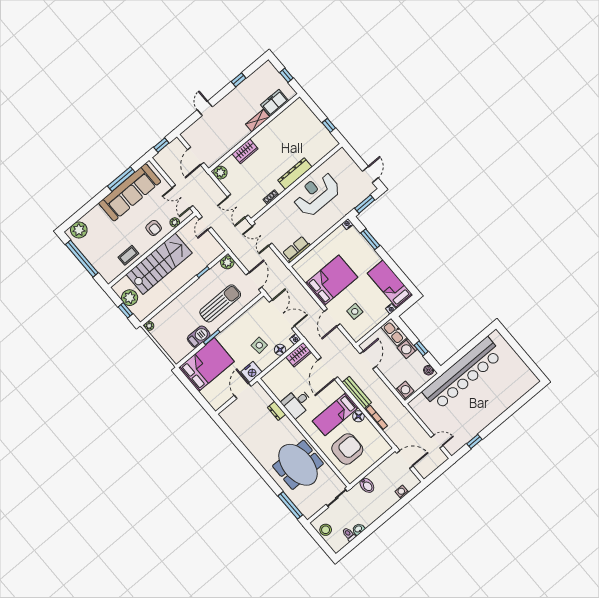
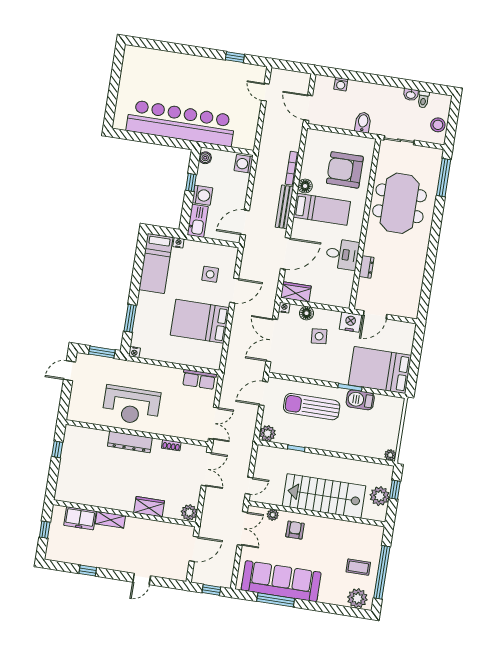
coffee table: (128, 255) -> (358, 567), moved

